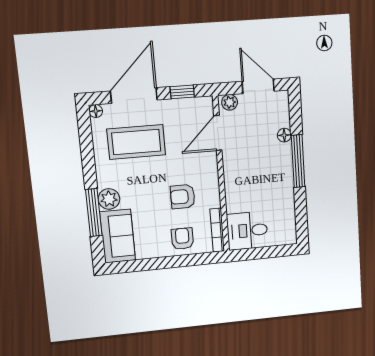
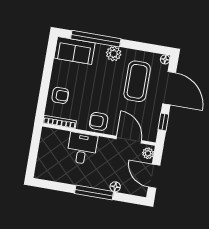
door: (258, 86) -> (154, 176), swing flipped
armchair: (183, 197) -> (99, 121), moved, turned -90
plant: (109, 199) -> (114, 54), moved
window: (94, 213) -> (96, 39), width x1.46
desk: (247, 231) -> (82, 148), moved

